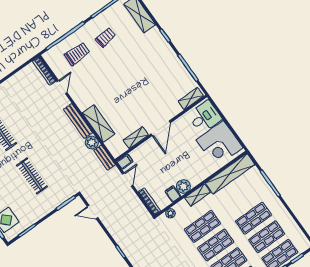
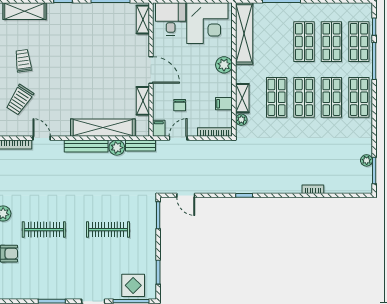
trolley: (77, 54) -> (20, 100), turned -147
shelving: (98, 123) -> (103, 128), width x1.47
chair: (151, 165) -> (180, 105), added
door: (128, 180) -> (178, 138), hinge flipped
plant: (183, 186) -> (224, 65), moved
shelving: (198, 195) -> (242, 98), moved
door: (93, 212) -> (186, 195), hinge flipped

